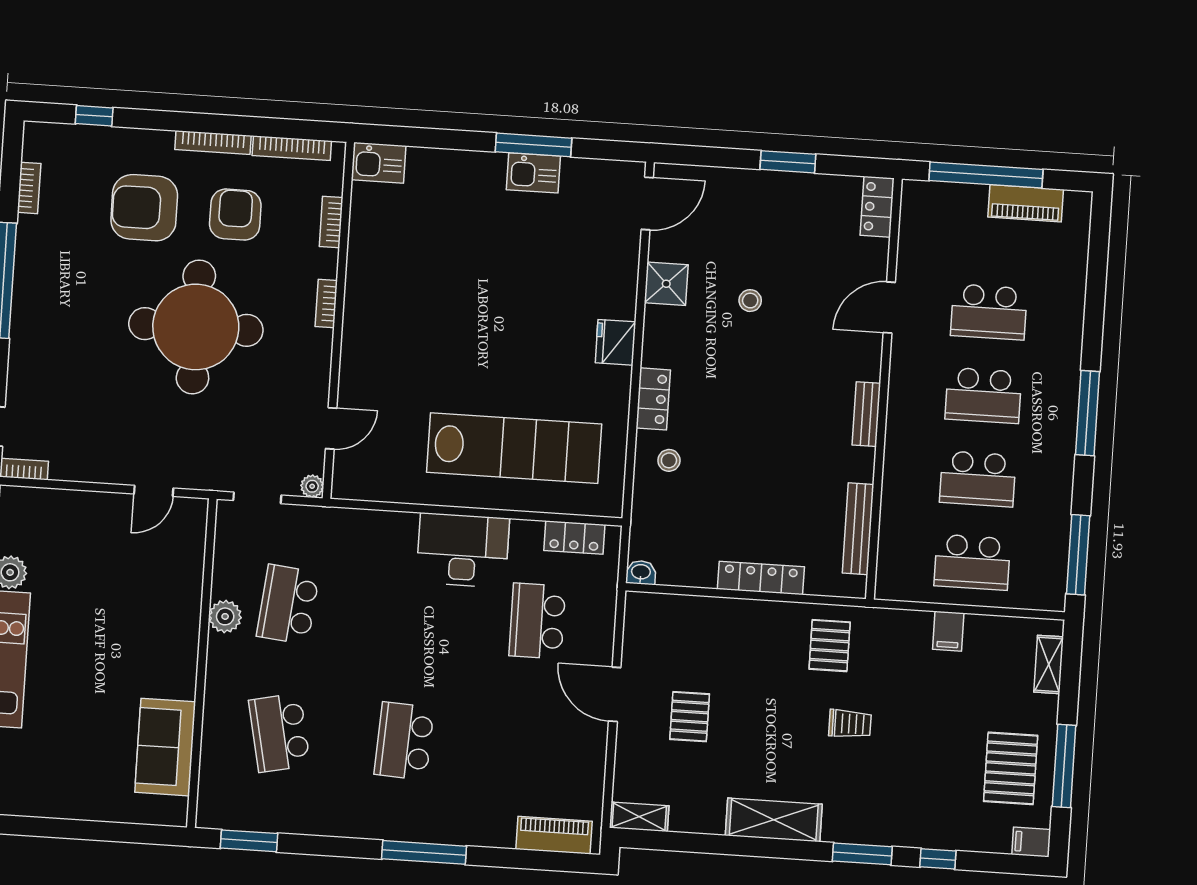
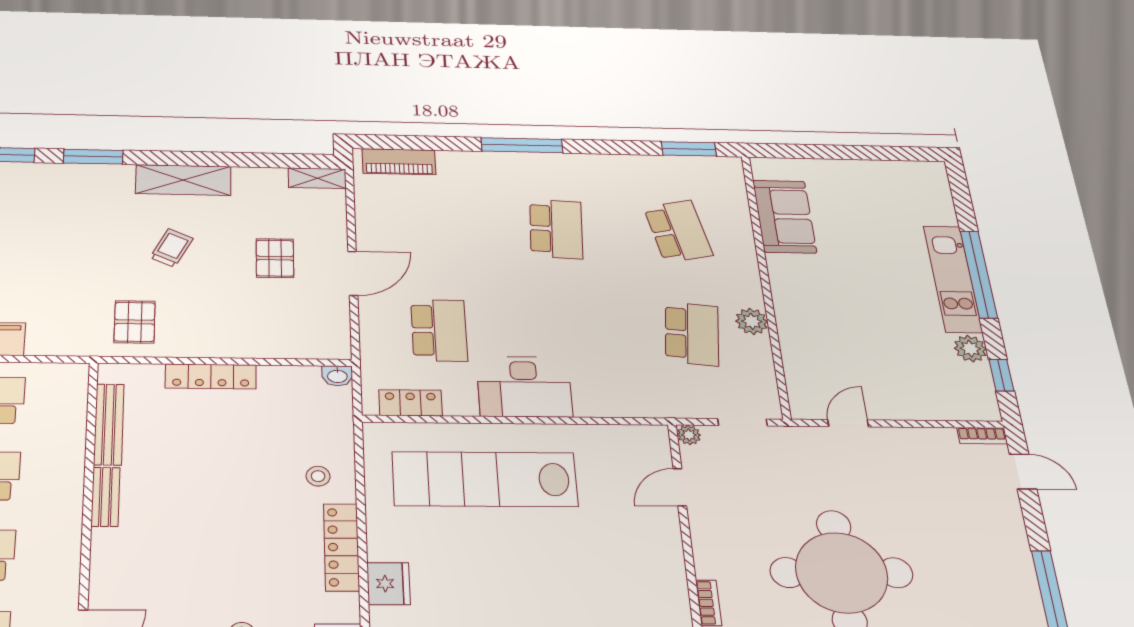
locker: (653, 399) -> (341, 547), width x1.53
bench: (866, 414) -> (106, 497), moved
door: (615, 694) -> (353, 273), hinge flipped
trolley: (850, 724) -> (172, 248), moved, turned 116

